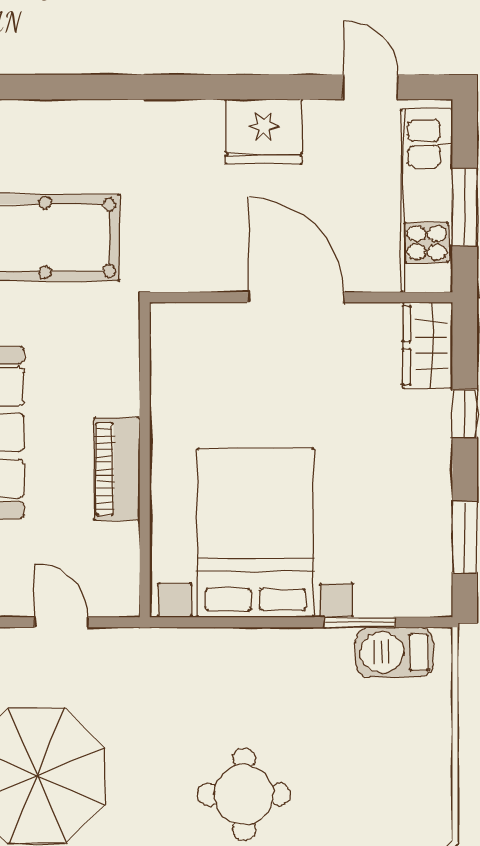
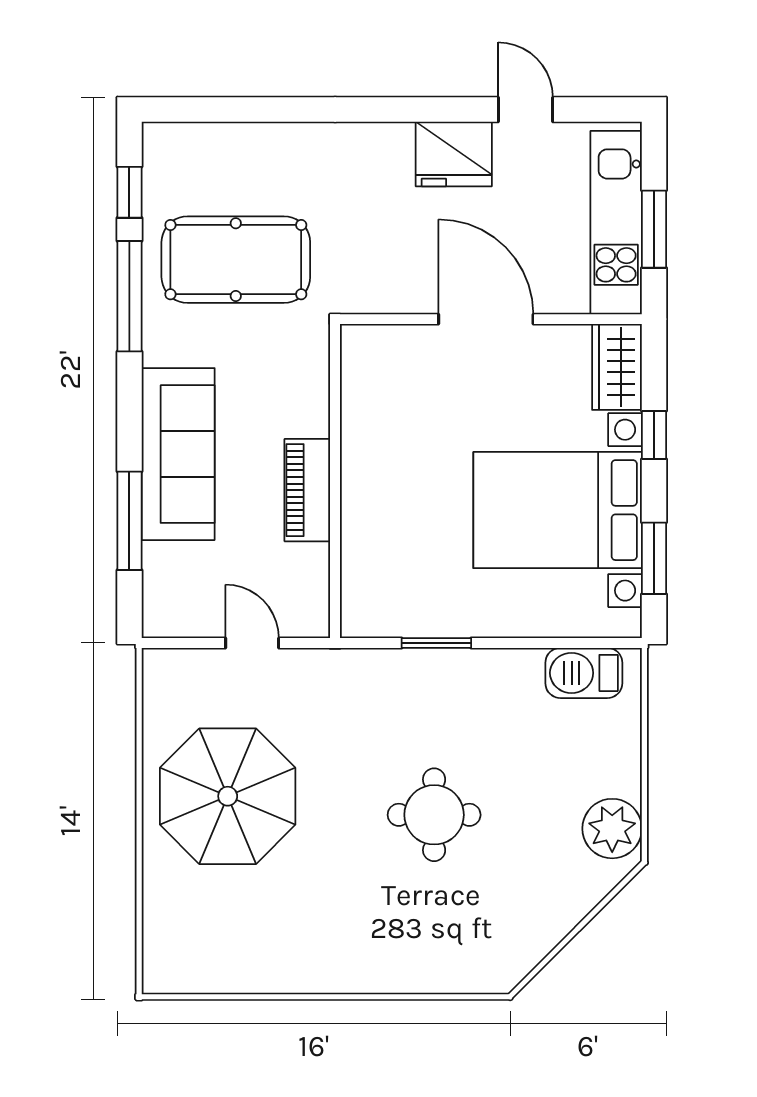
door: (370, 87) -> (525, 109), moved
bed with nightstands: (255, 533) -> (558, 510), moved, turned -90
window: (360, 622) -> (436, 643), moved
plant: (423, 808) -> (612, 829), added

